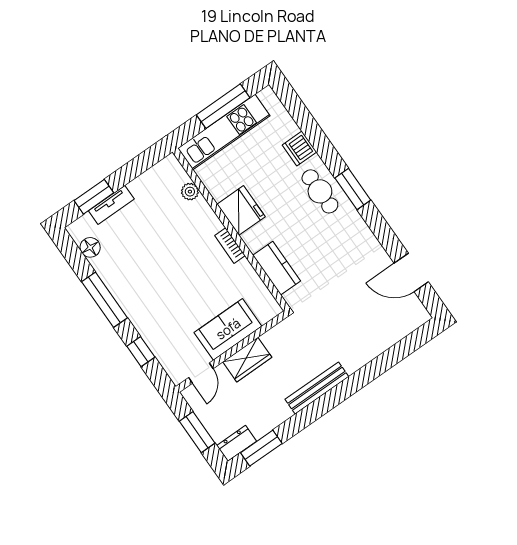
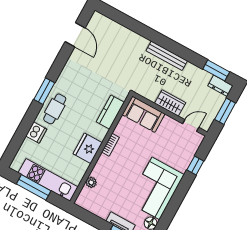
corner sofa: (136, 279) -> (156, 188), added
window: (104, 300) -> (176, 200), removed
sofa: (228, 329) -> (144, 114), moved

